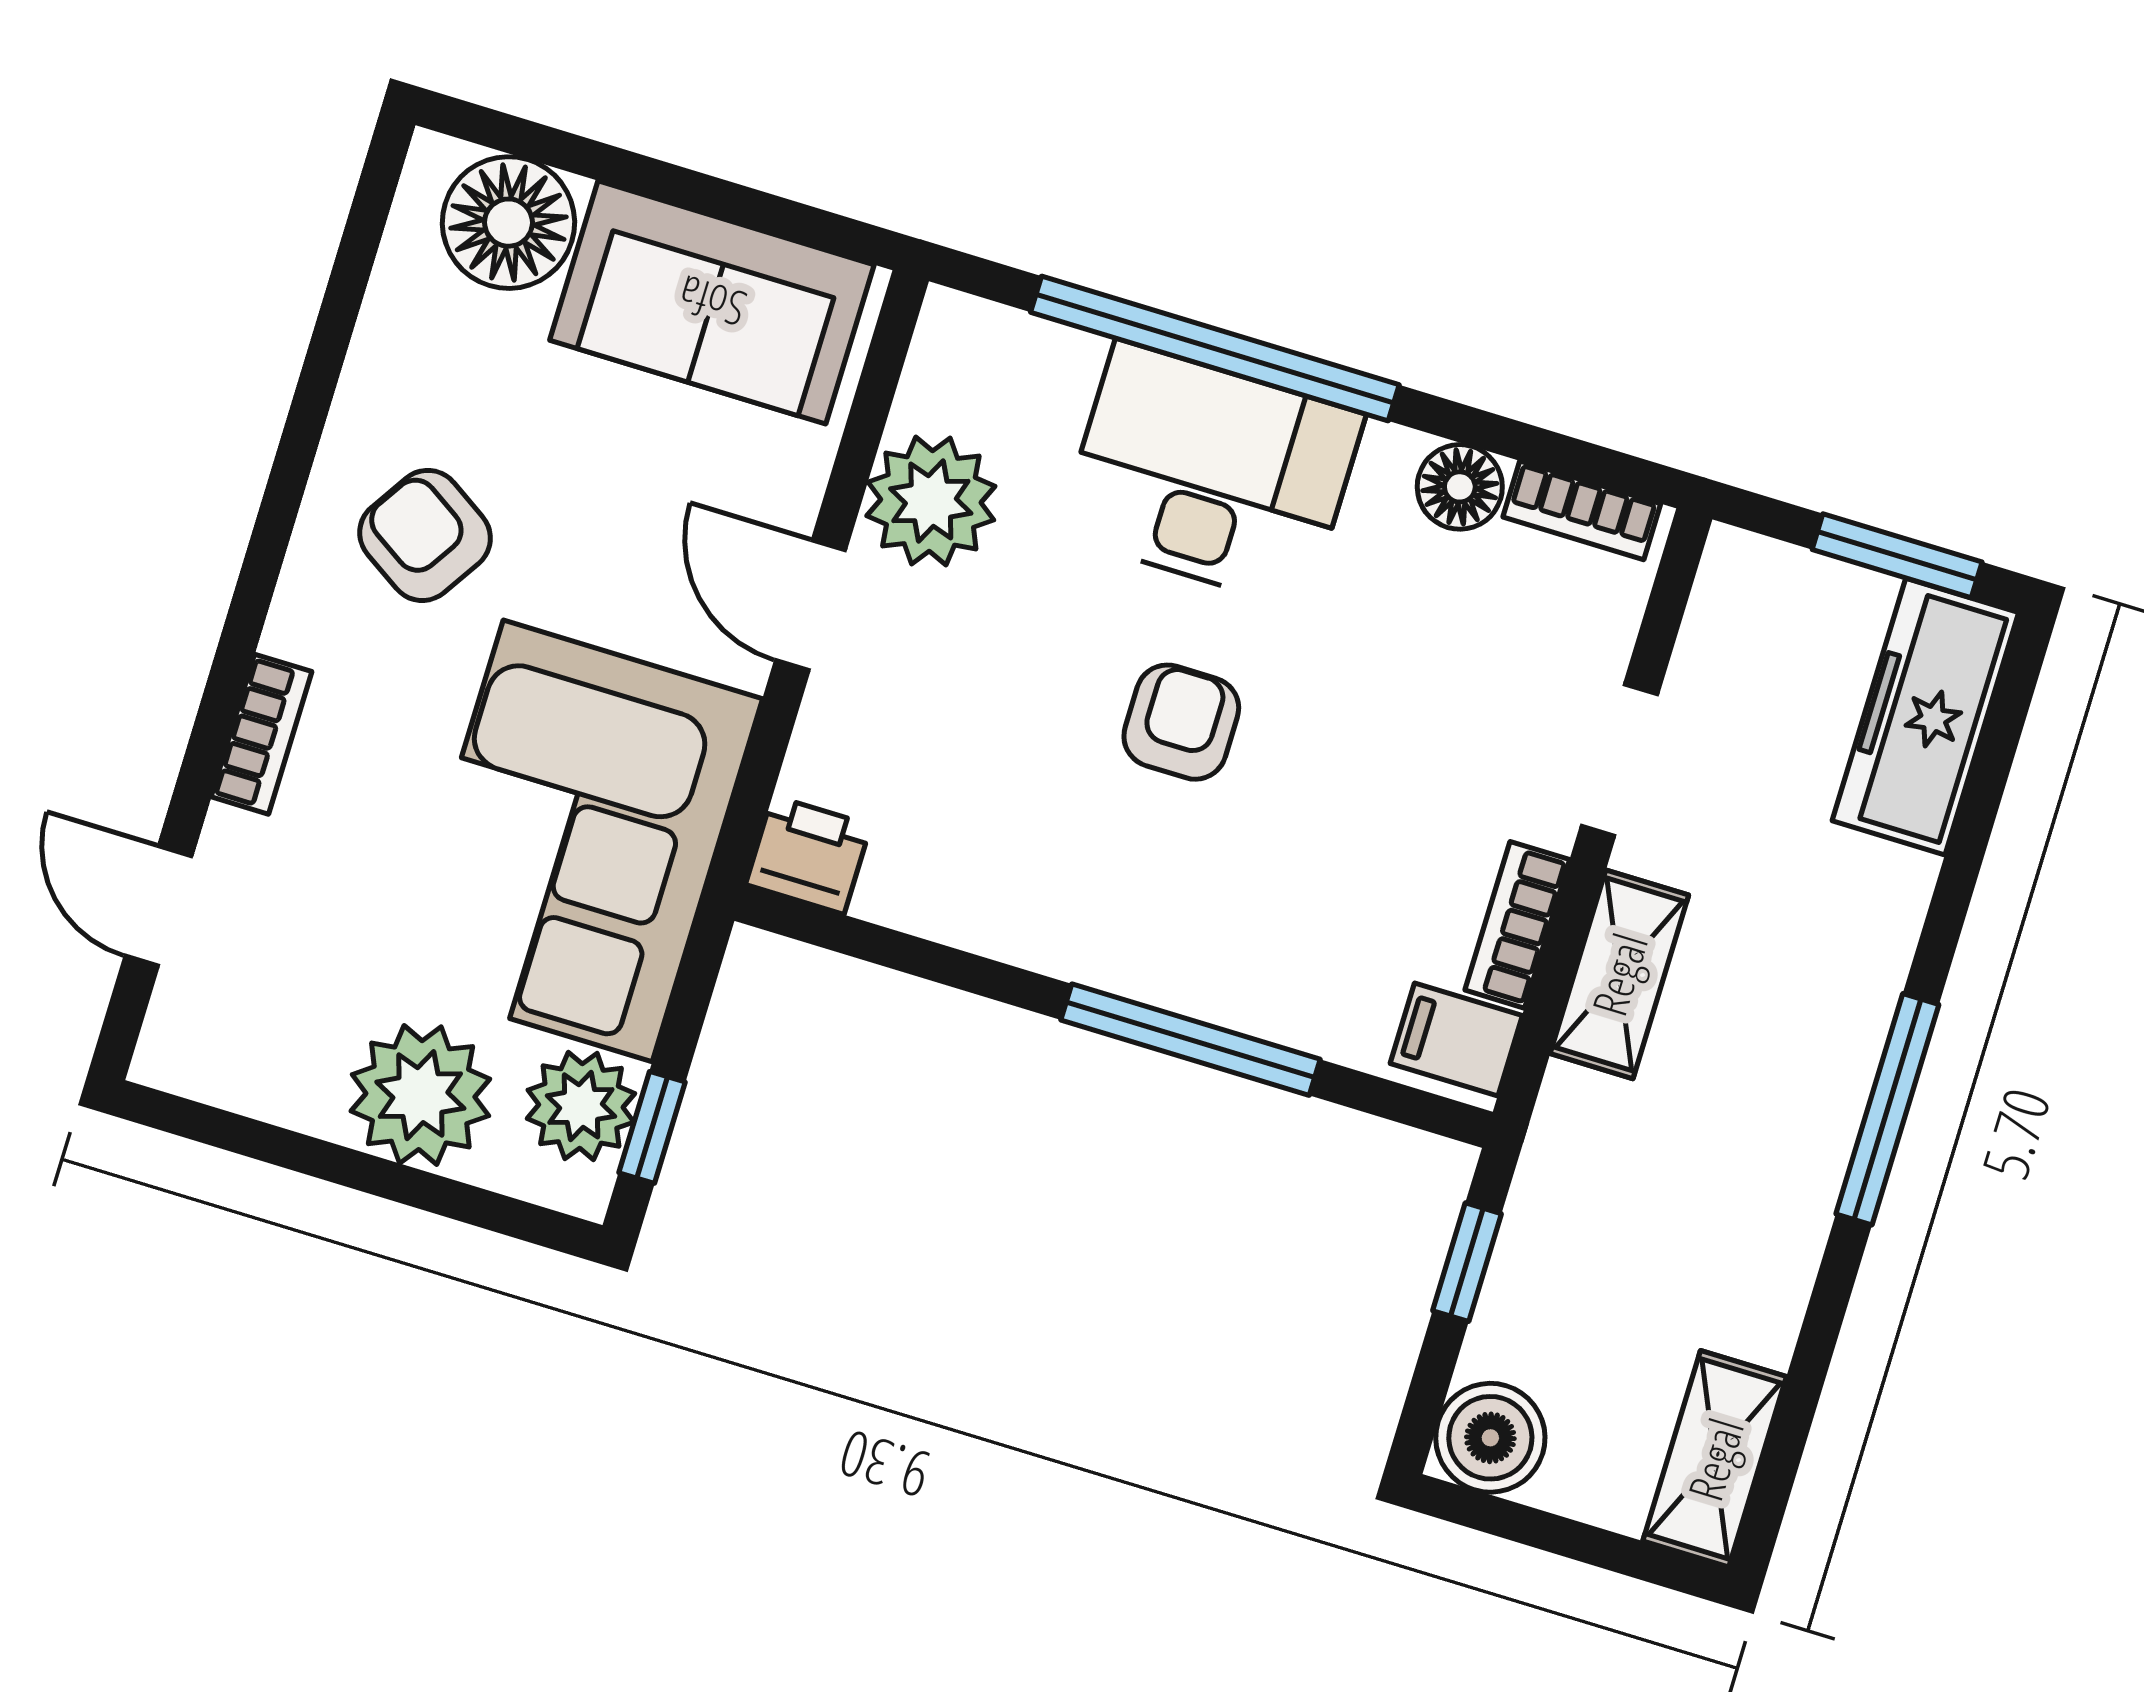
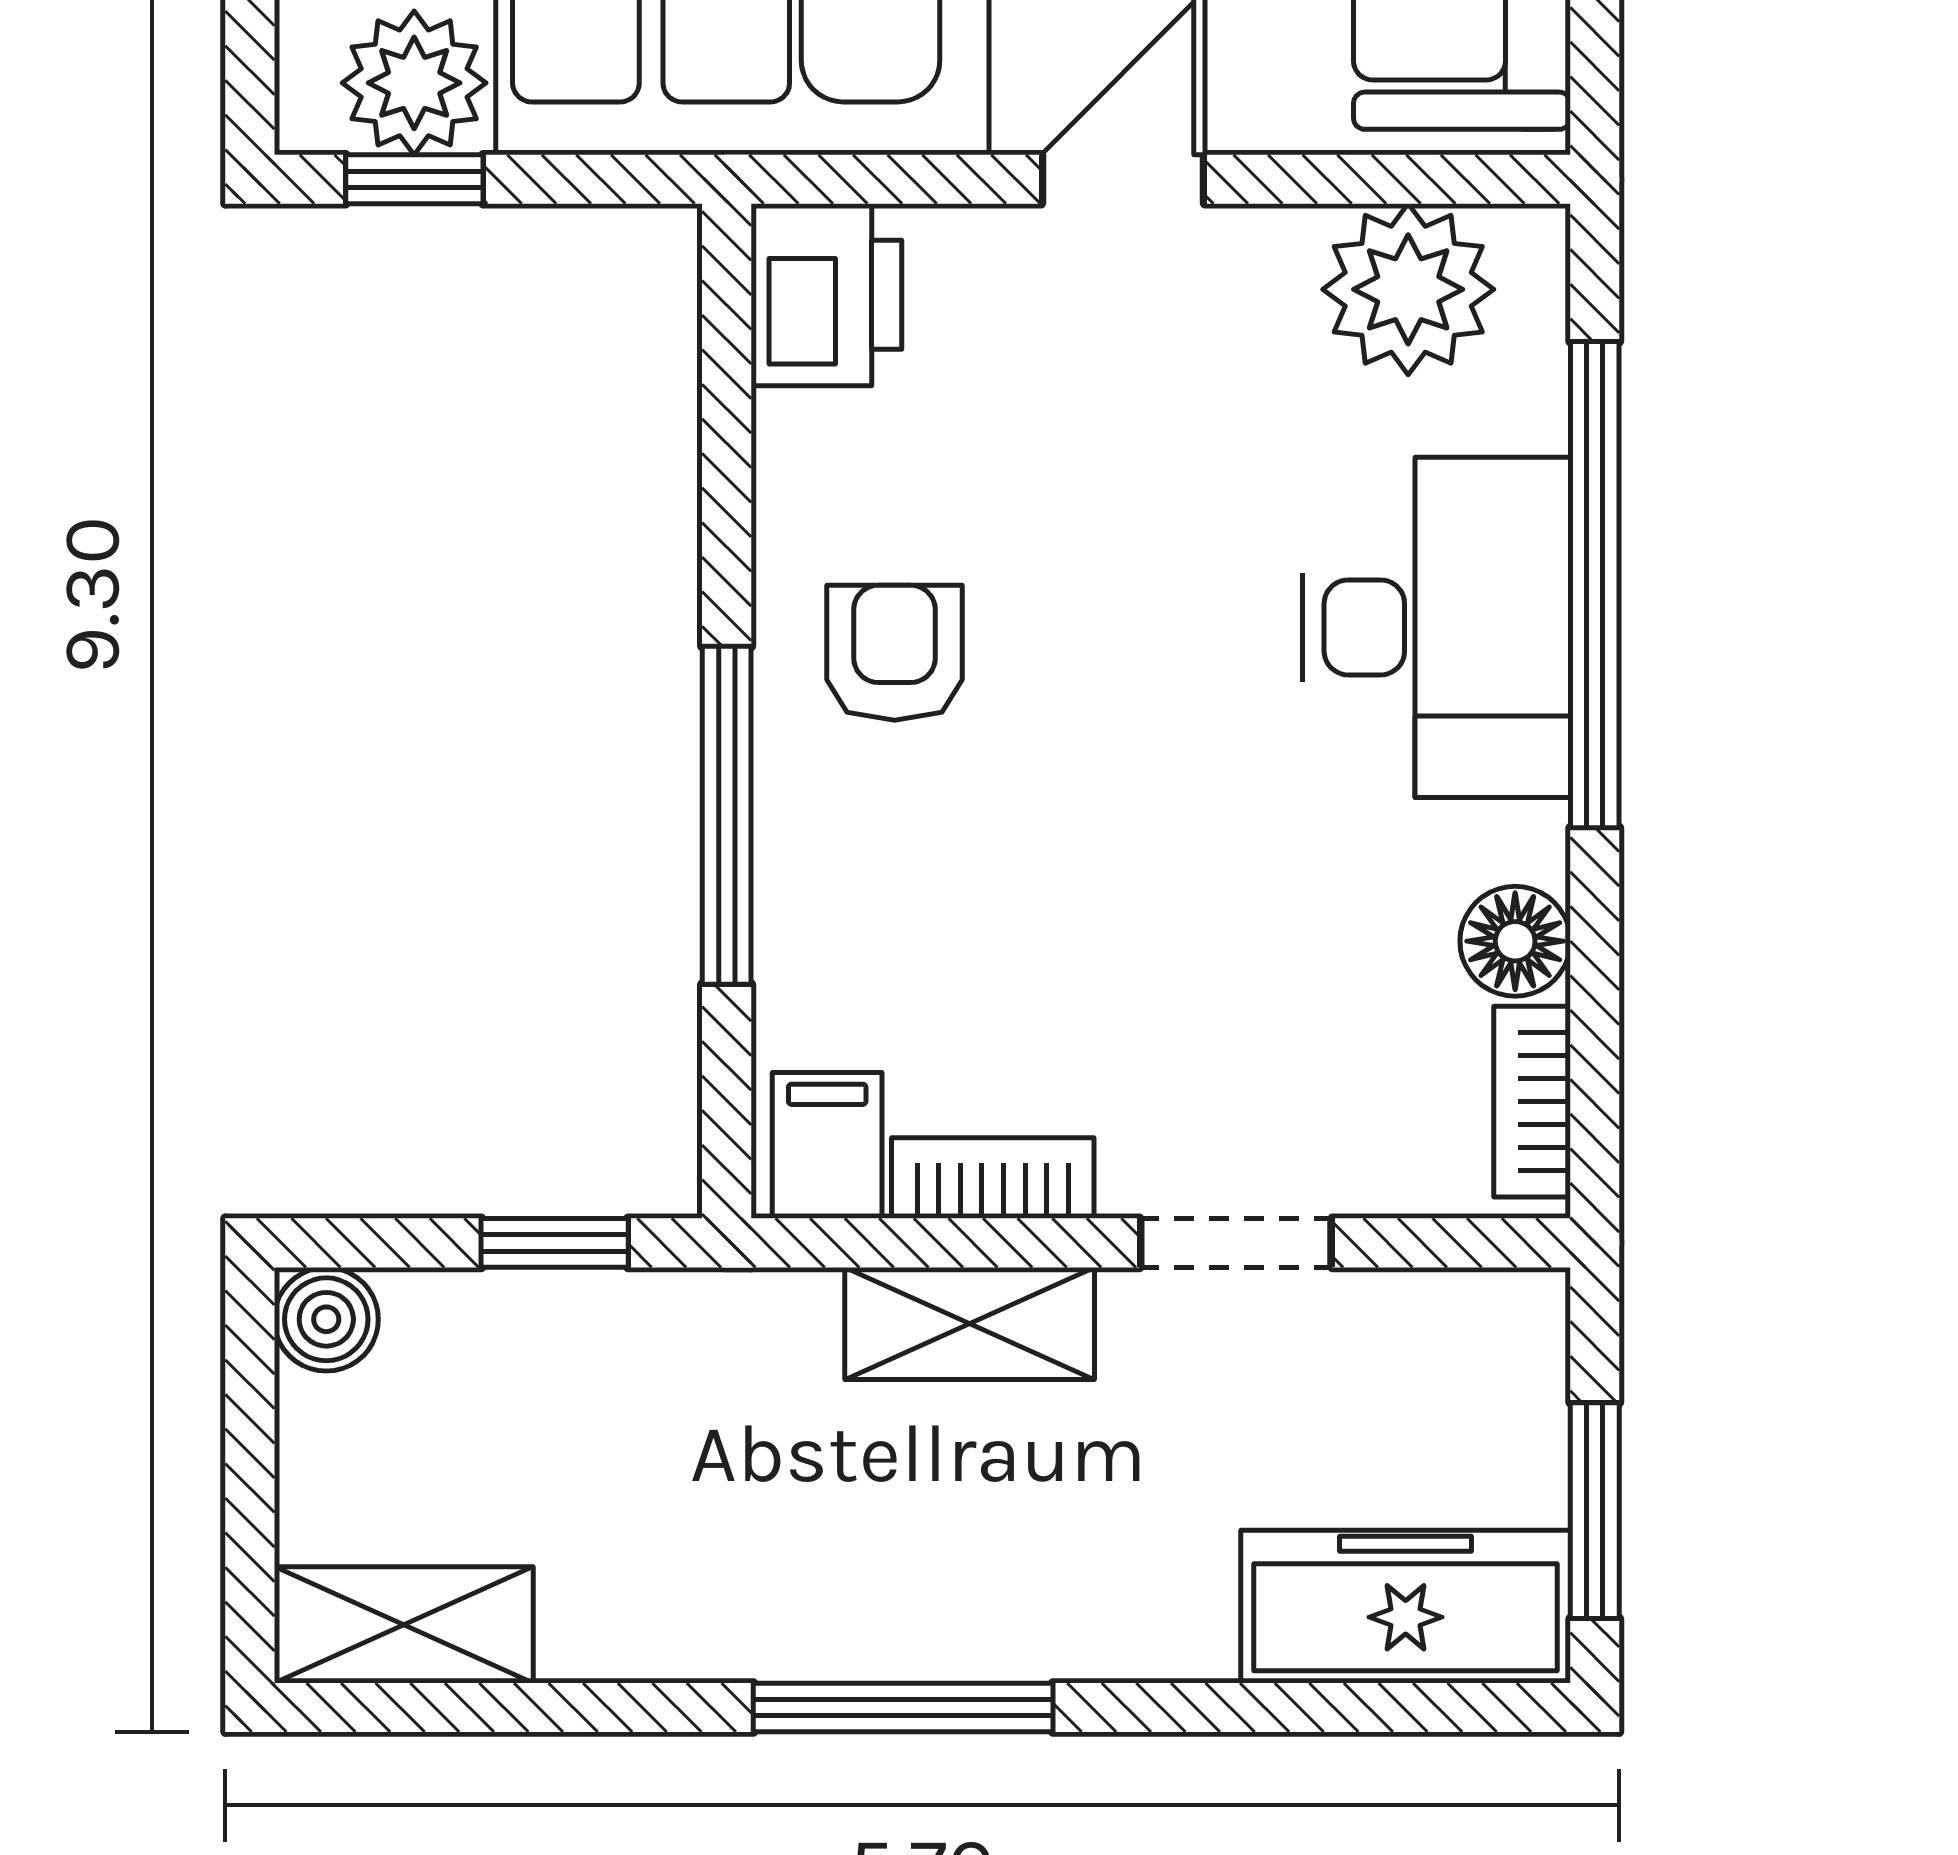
plant: (931, 501) -> (1408, 289), moved
armchair: (1181, 722) -> (895, 653), moved, turned -90
printer: (808, 855) -> (826, 295), width x1.36, depth x1.24
boiler: (1490, 1438) -> (326, 1319), width x0.73, depth x0.73

